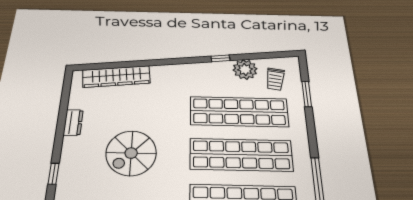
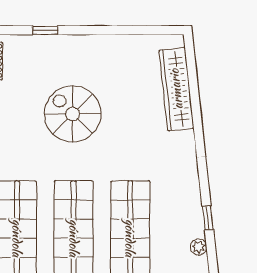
plant: (245, 69) -> (199, 247), width x0.53, depth x0.53
dresser: (73, 123) -> (110, 44), removed

